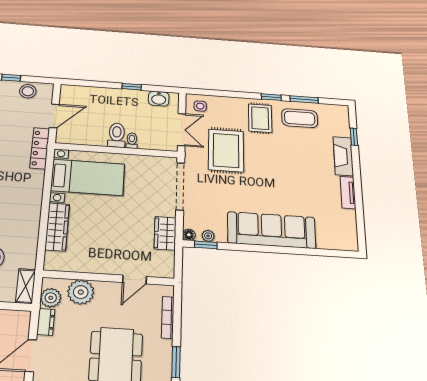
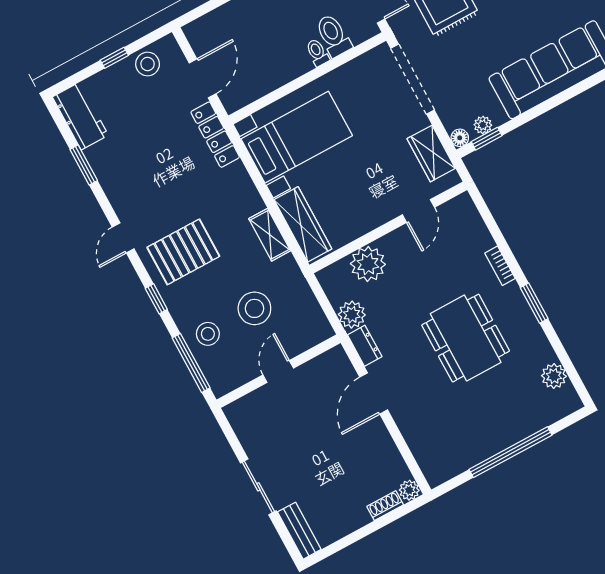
toilet: (117, 135) -> (333, 36), moved
wall: (109, 278) -> (388, 227), moved
door: (135, 280) -> (418, 211), moved
shelving: (26, 286) -> (270, 235), moved
plant: (81, 292) -> (368, 264), moved
bookcase: (168, 317) -> (500, 266), width x0.64

